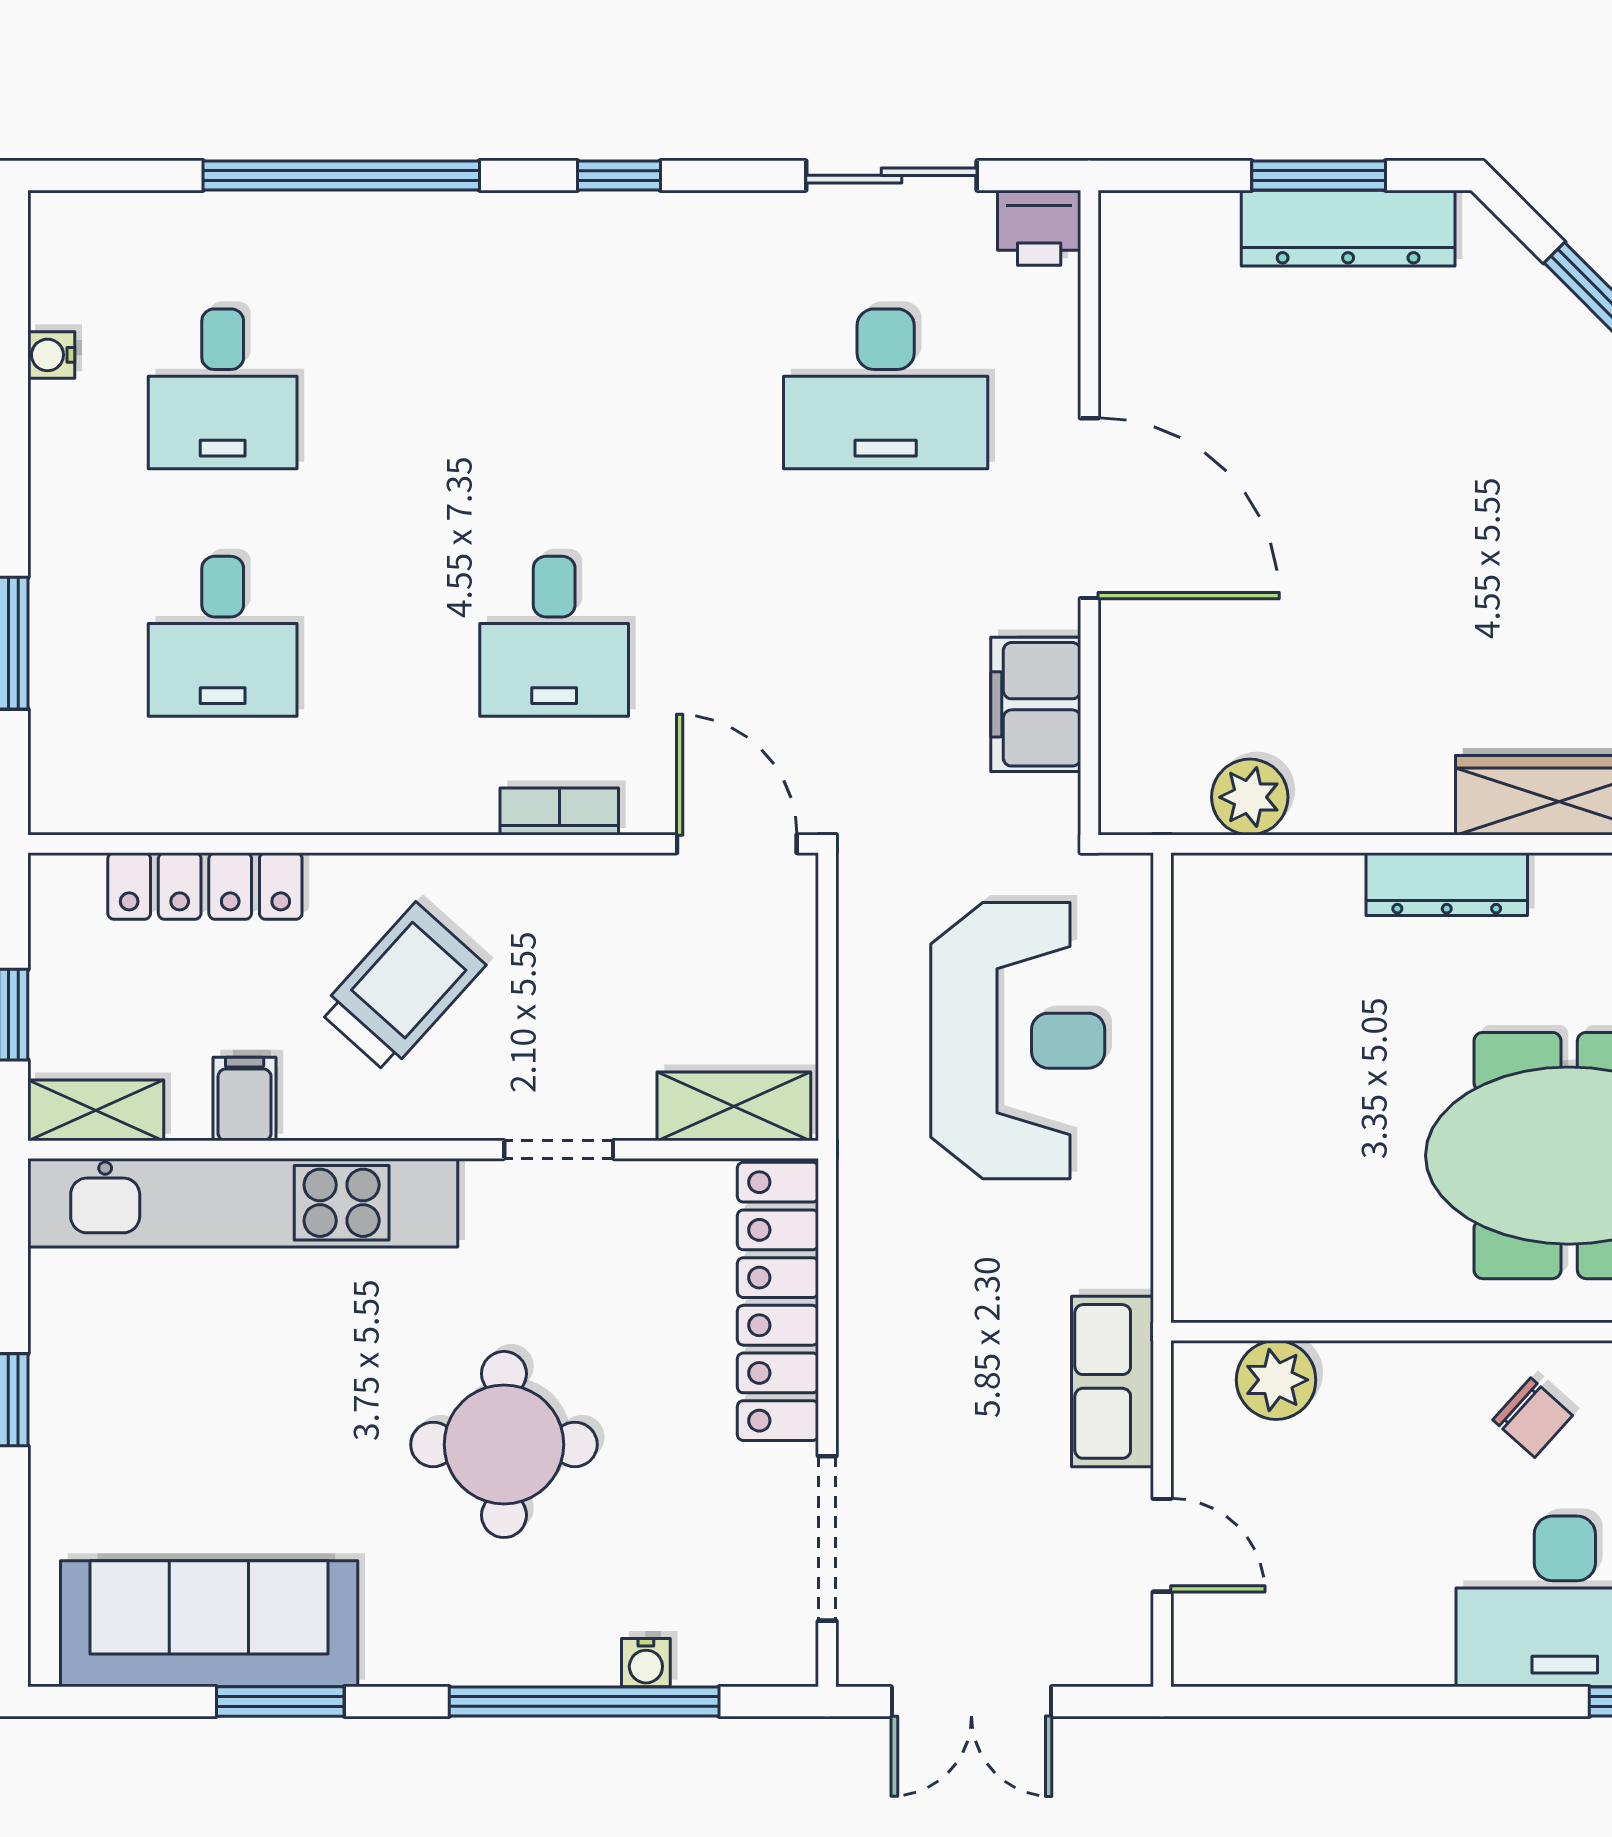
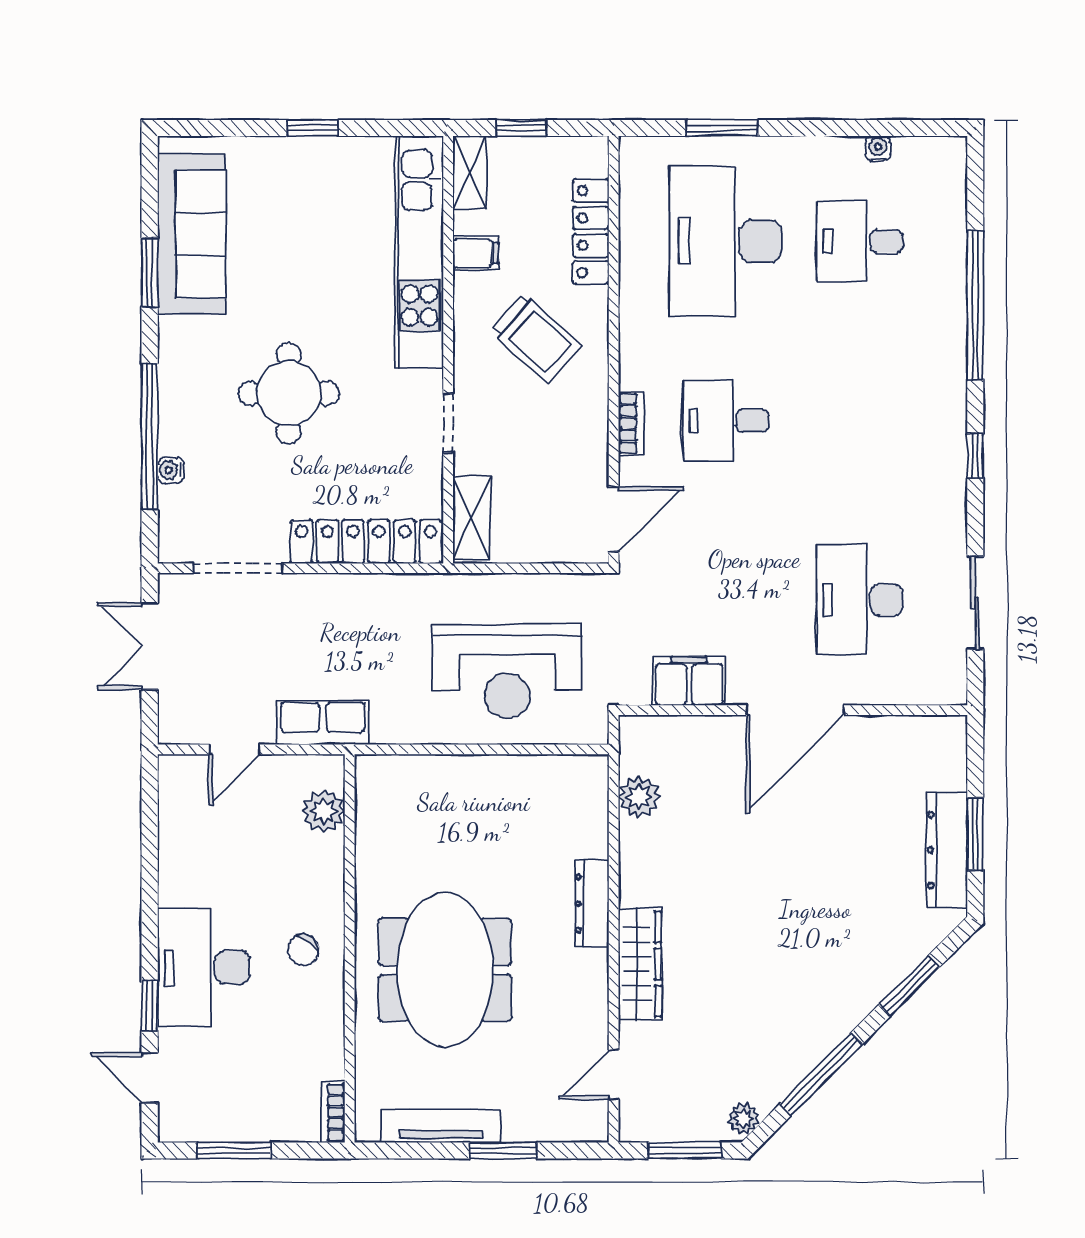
printer: (1039, 228) -> (947, 683), removed
desk: (223, 636) -> (726, 241), width x1.87, depth x1.30

